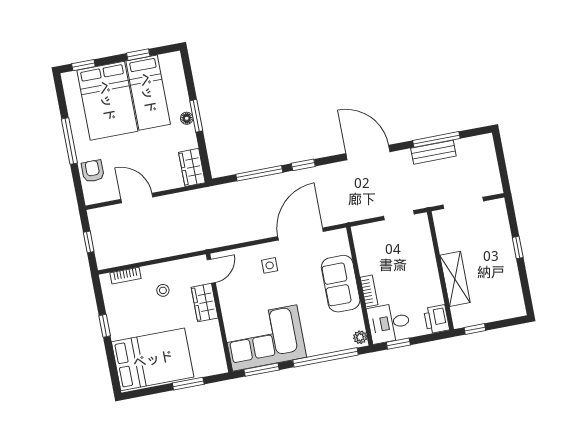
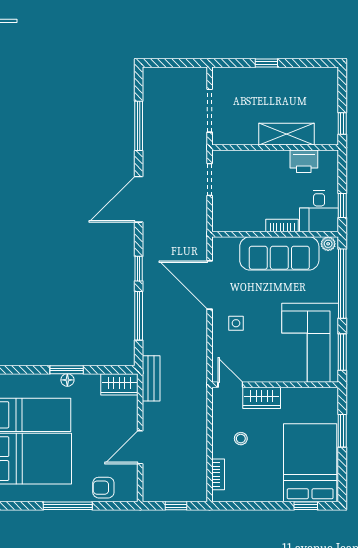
bench: (433, 152) -> (151, 378), moved
sofa: (341, 284) -> (279, 253), width x1.36
printer: (436, 319) -> (304, 161), moved
window: (105, 326) -> (306, 506), moved

